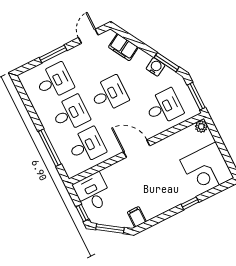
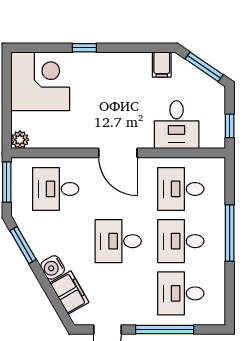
window: (53, 54) -> (165, 329), width x1.44
water cooler: (156, 67) -> (53, 267), moved
window: (50, 148) -> (230, 233), moved
desk: (93, 193) -> (177, 125), moved
window: (82, 213) -> (230, 126), moved

